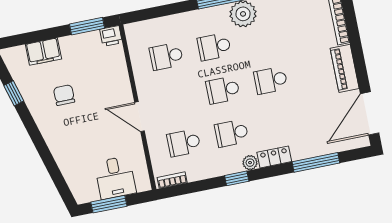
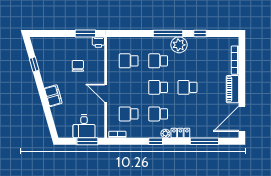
filing cabinet: (43, 52) -> (53, 96), moved, turned -106
chair: (64, 95) -> (78, 66), moved
window: (109, 204) -> (87, 141), moved

